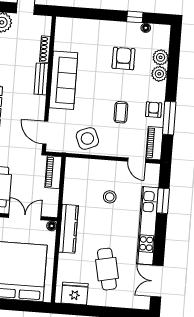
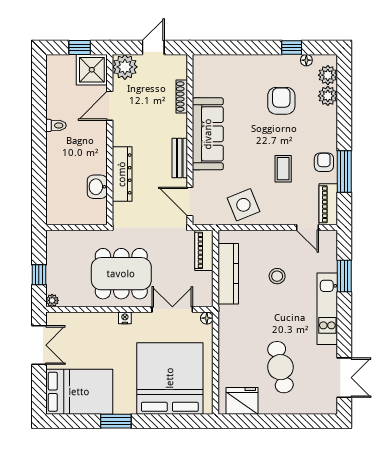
plant: (159, 74) -> (328, 75), moved
bench: (41, 79) -> (180, 158), moved
kitchen unit: (148, 226) -> (327, 309), width x0.73
kitchen counter: (68, 229) -> (228, 274), moved
double door: (157, 281) -> (344, 378), swing flipped

